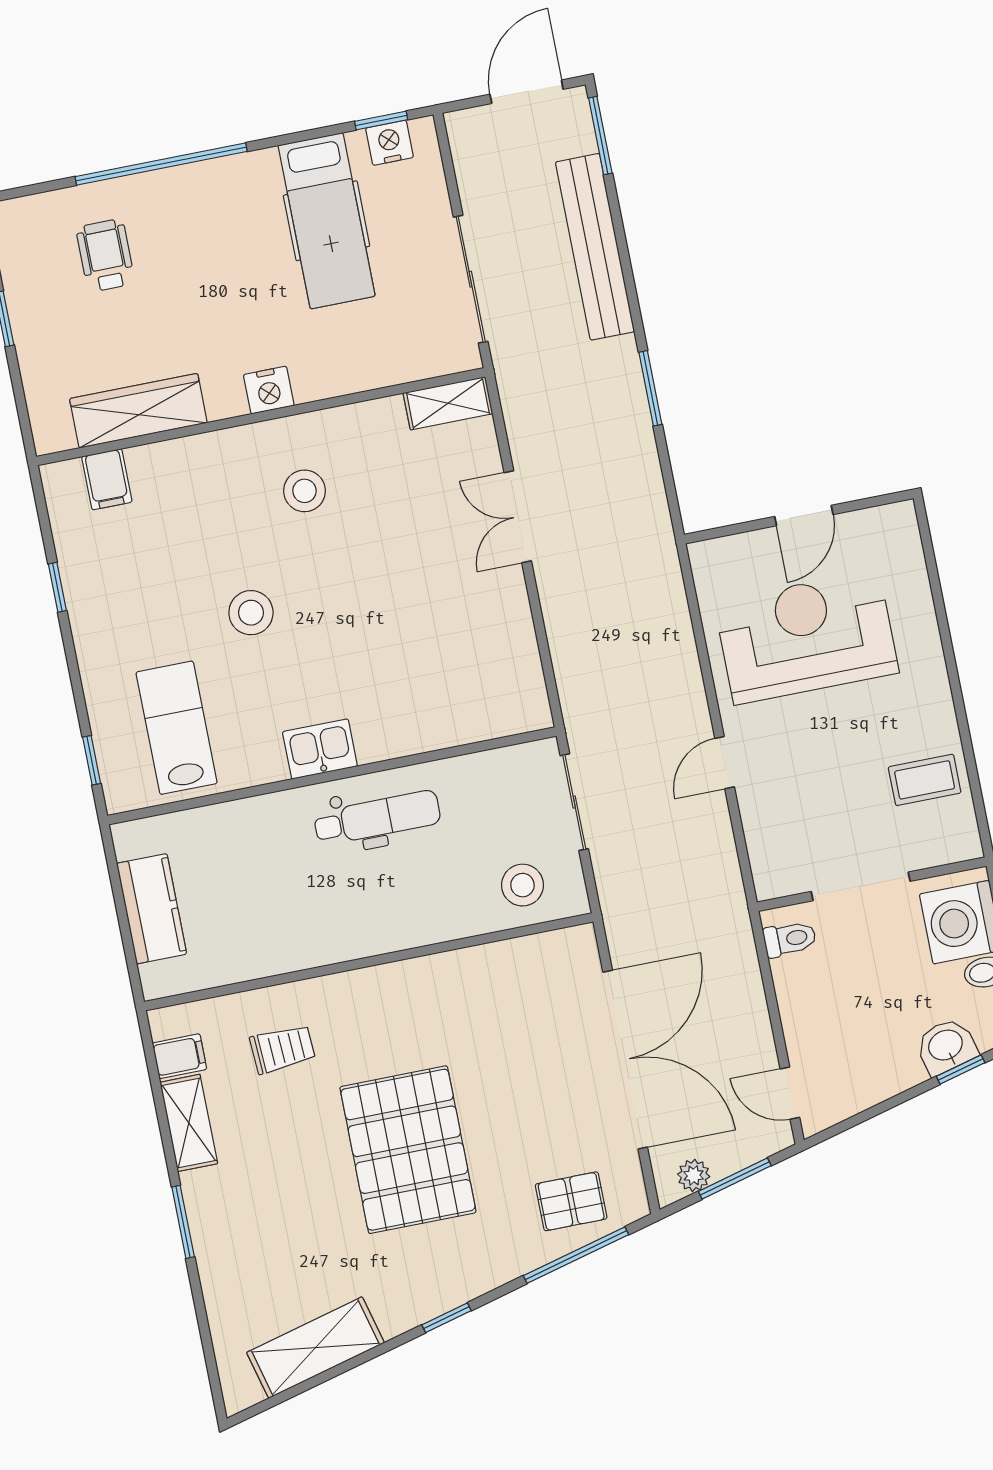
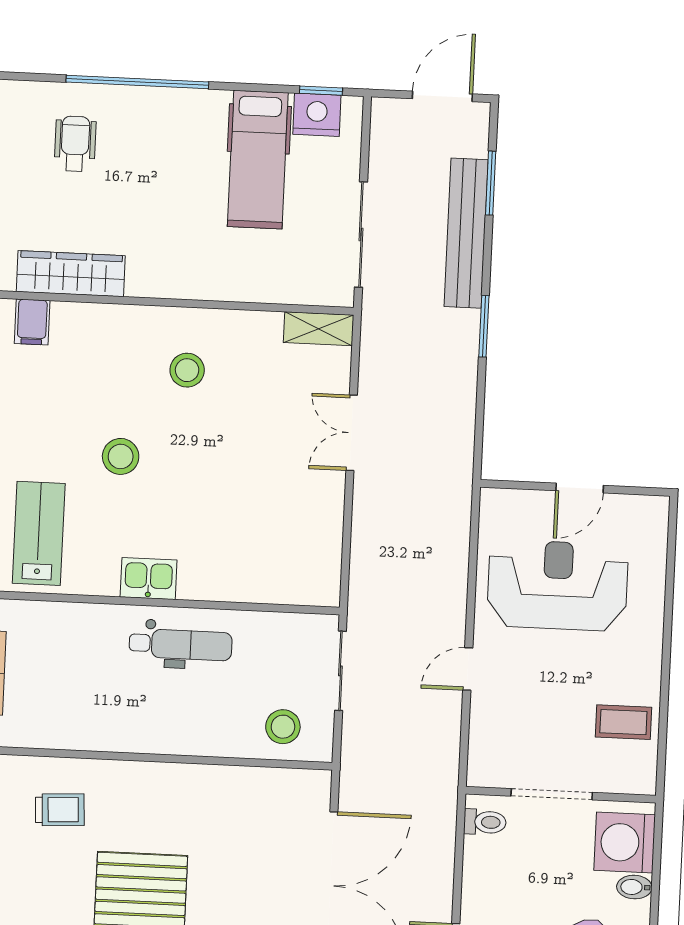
window: (600, 136) -> (491, 183), moved
nightstand: (389, 143) -> (317, 115), width x1.36, depth x1.33
window: (650, 388) -> (484, 326), moved
nightstand: (269, 390) -> (179, 283), removed

